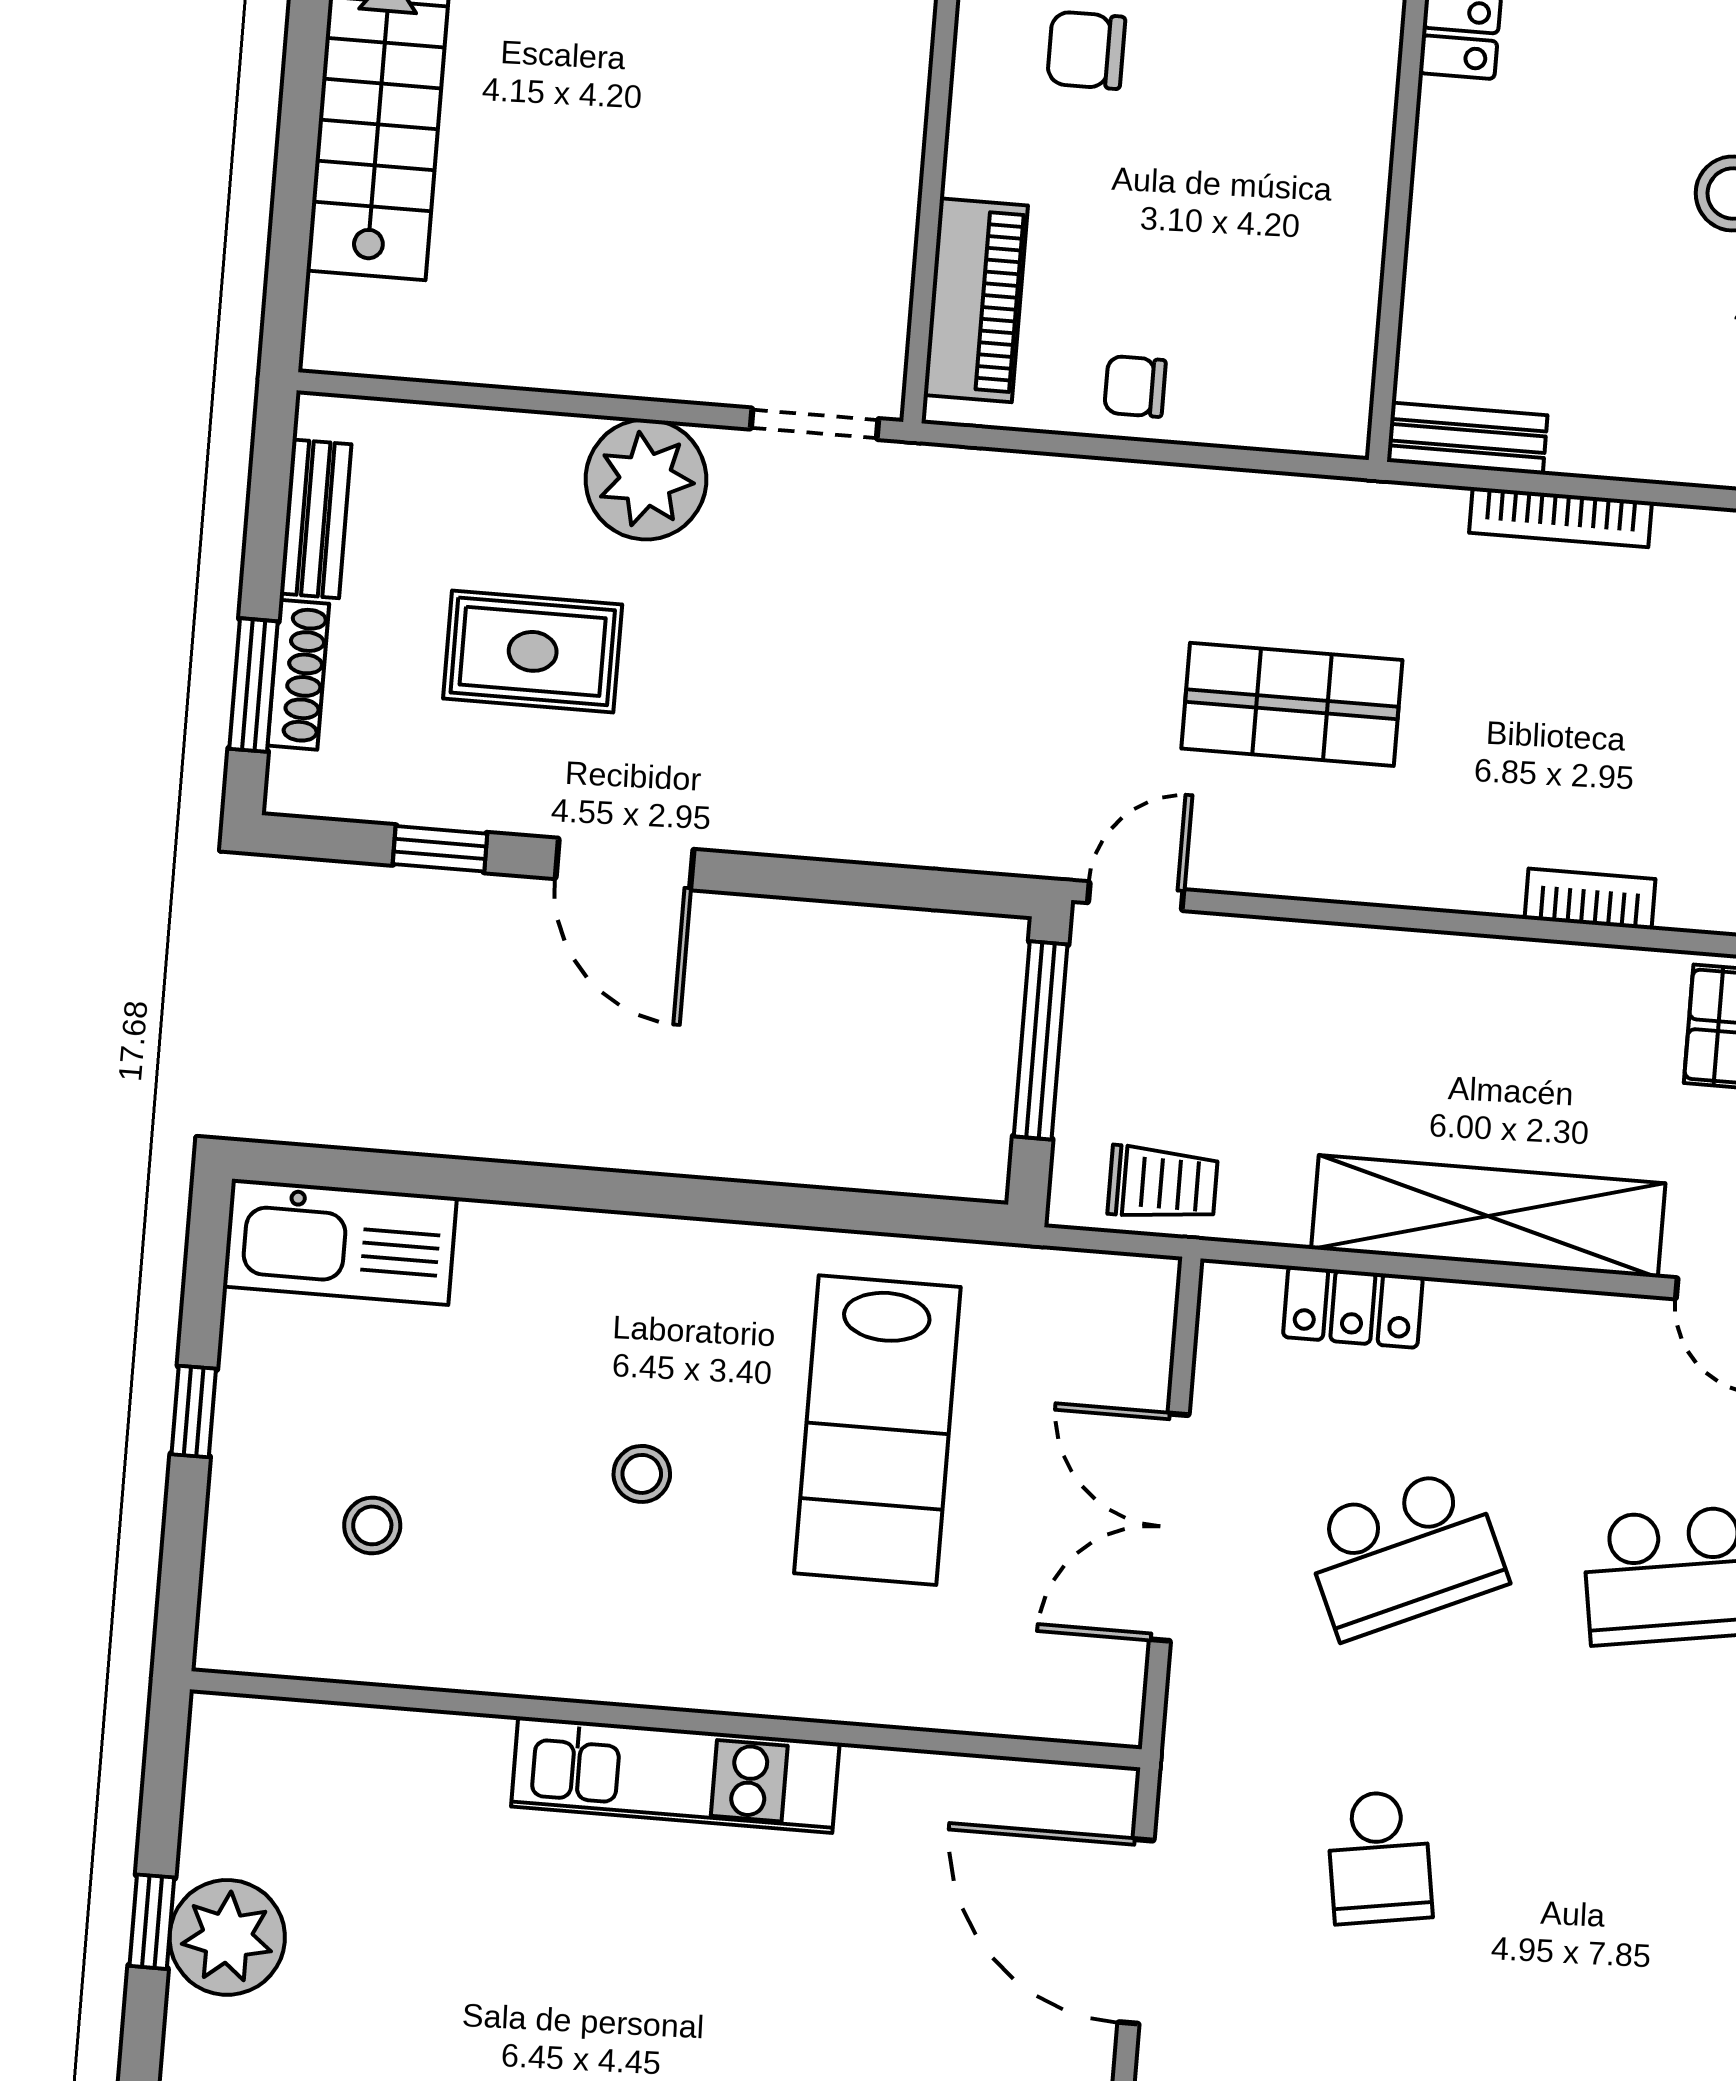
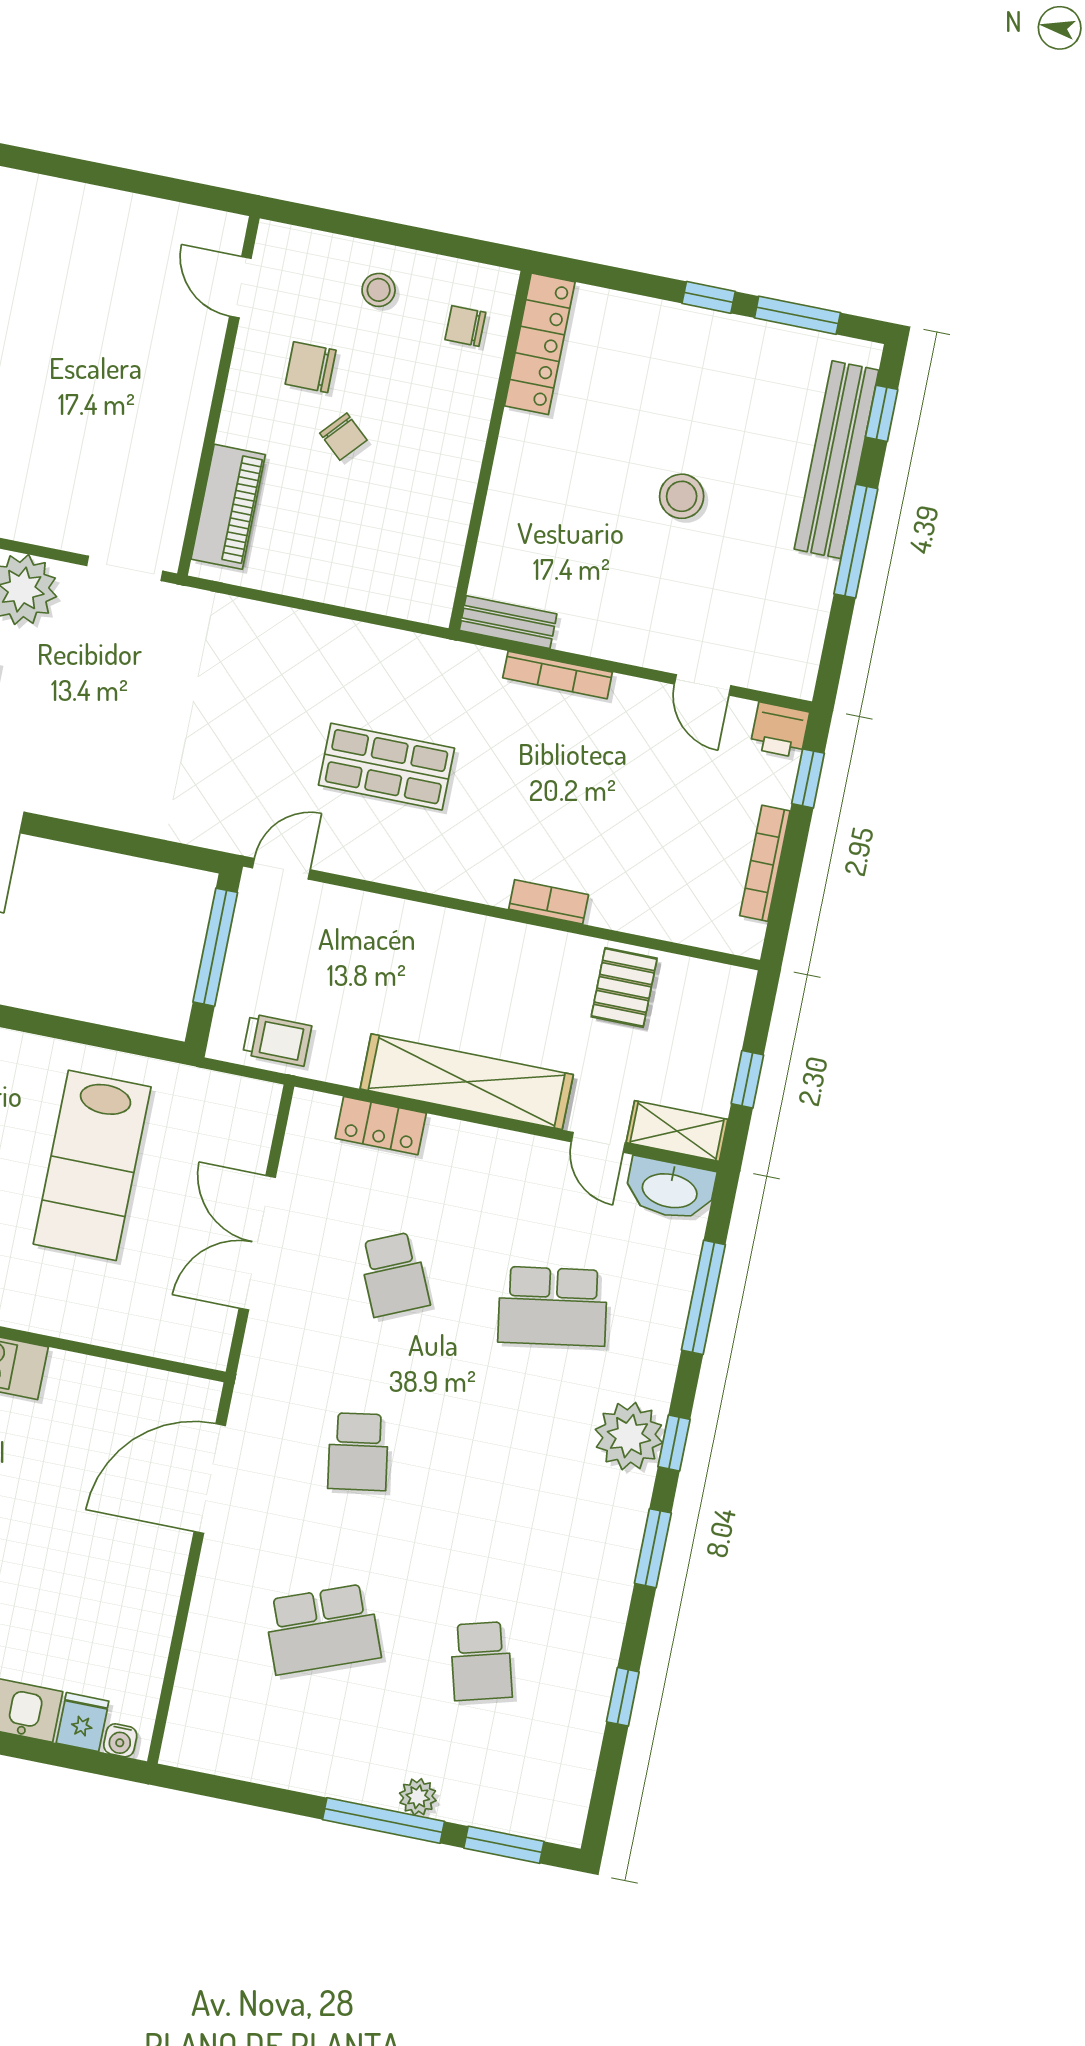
chair: (1135, 386) -> (343, 437), moved, turned -138
school desk: (1404, 1553) -> (394, 1274), width x0.54
door: (1136, 1931) -> (210, 1478), hinge flipped

